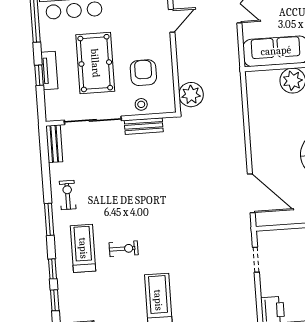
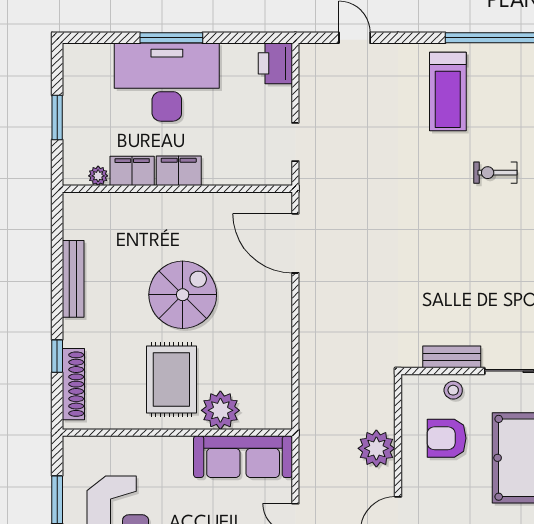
armchair: (143, 73) -> (447, 438), turned 90
plant: (191, 95) -> (376, 448), moved

